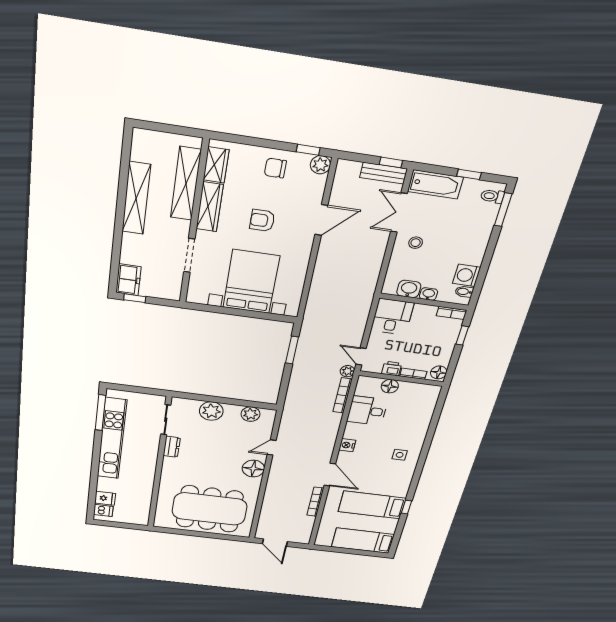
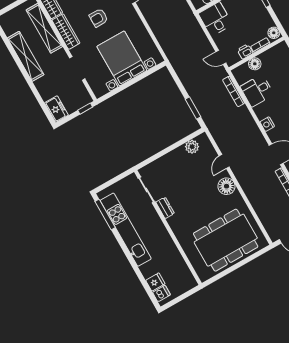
window: (135, 298) -> (85, 109), moved
window: (292, 350) -> (193, 108), moved
plant: (347, 371) -> (222, 73), removed
plant: (211, 411) -> (168, 163), removed

